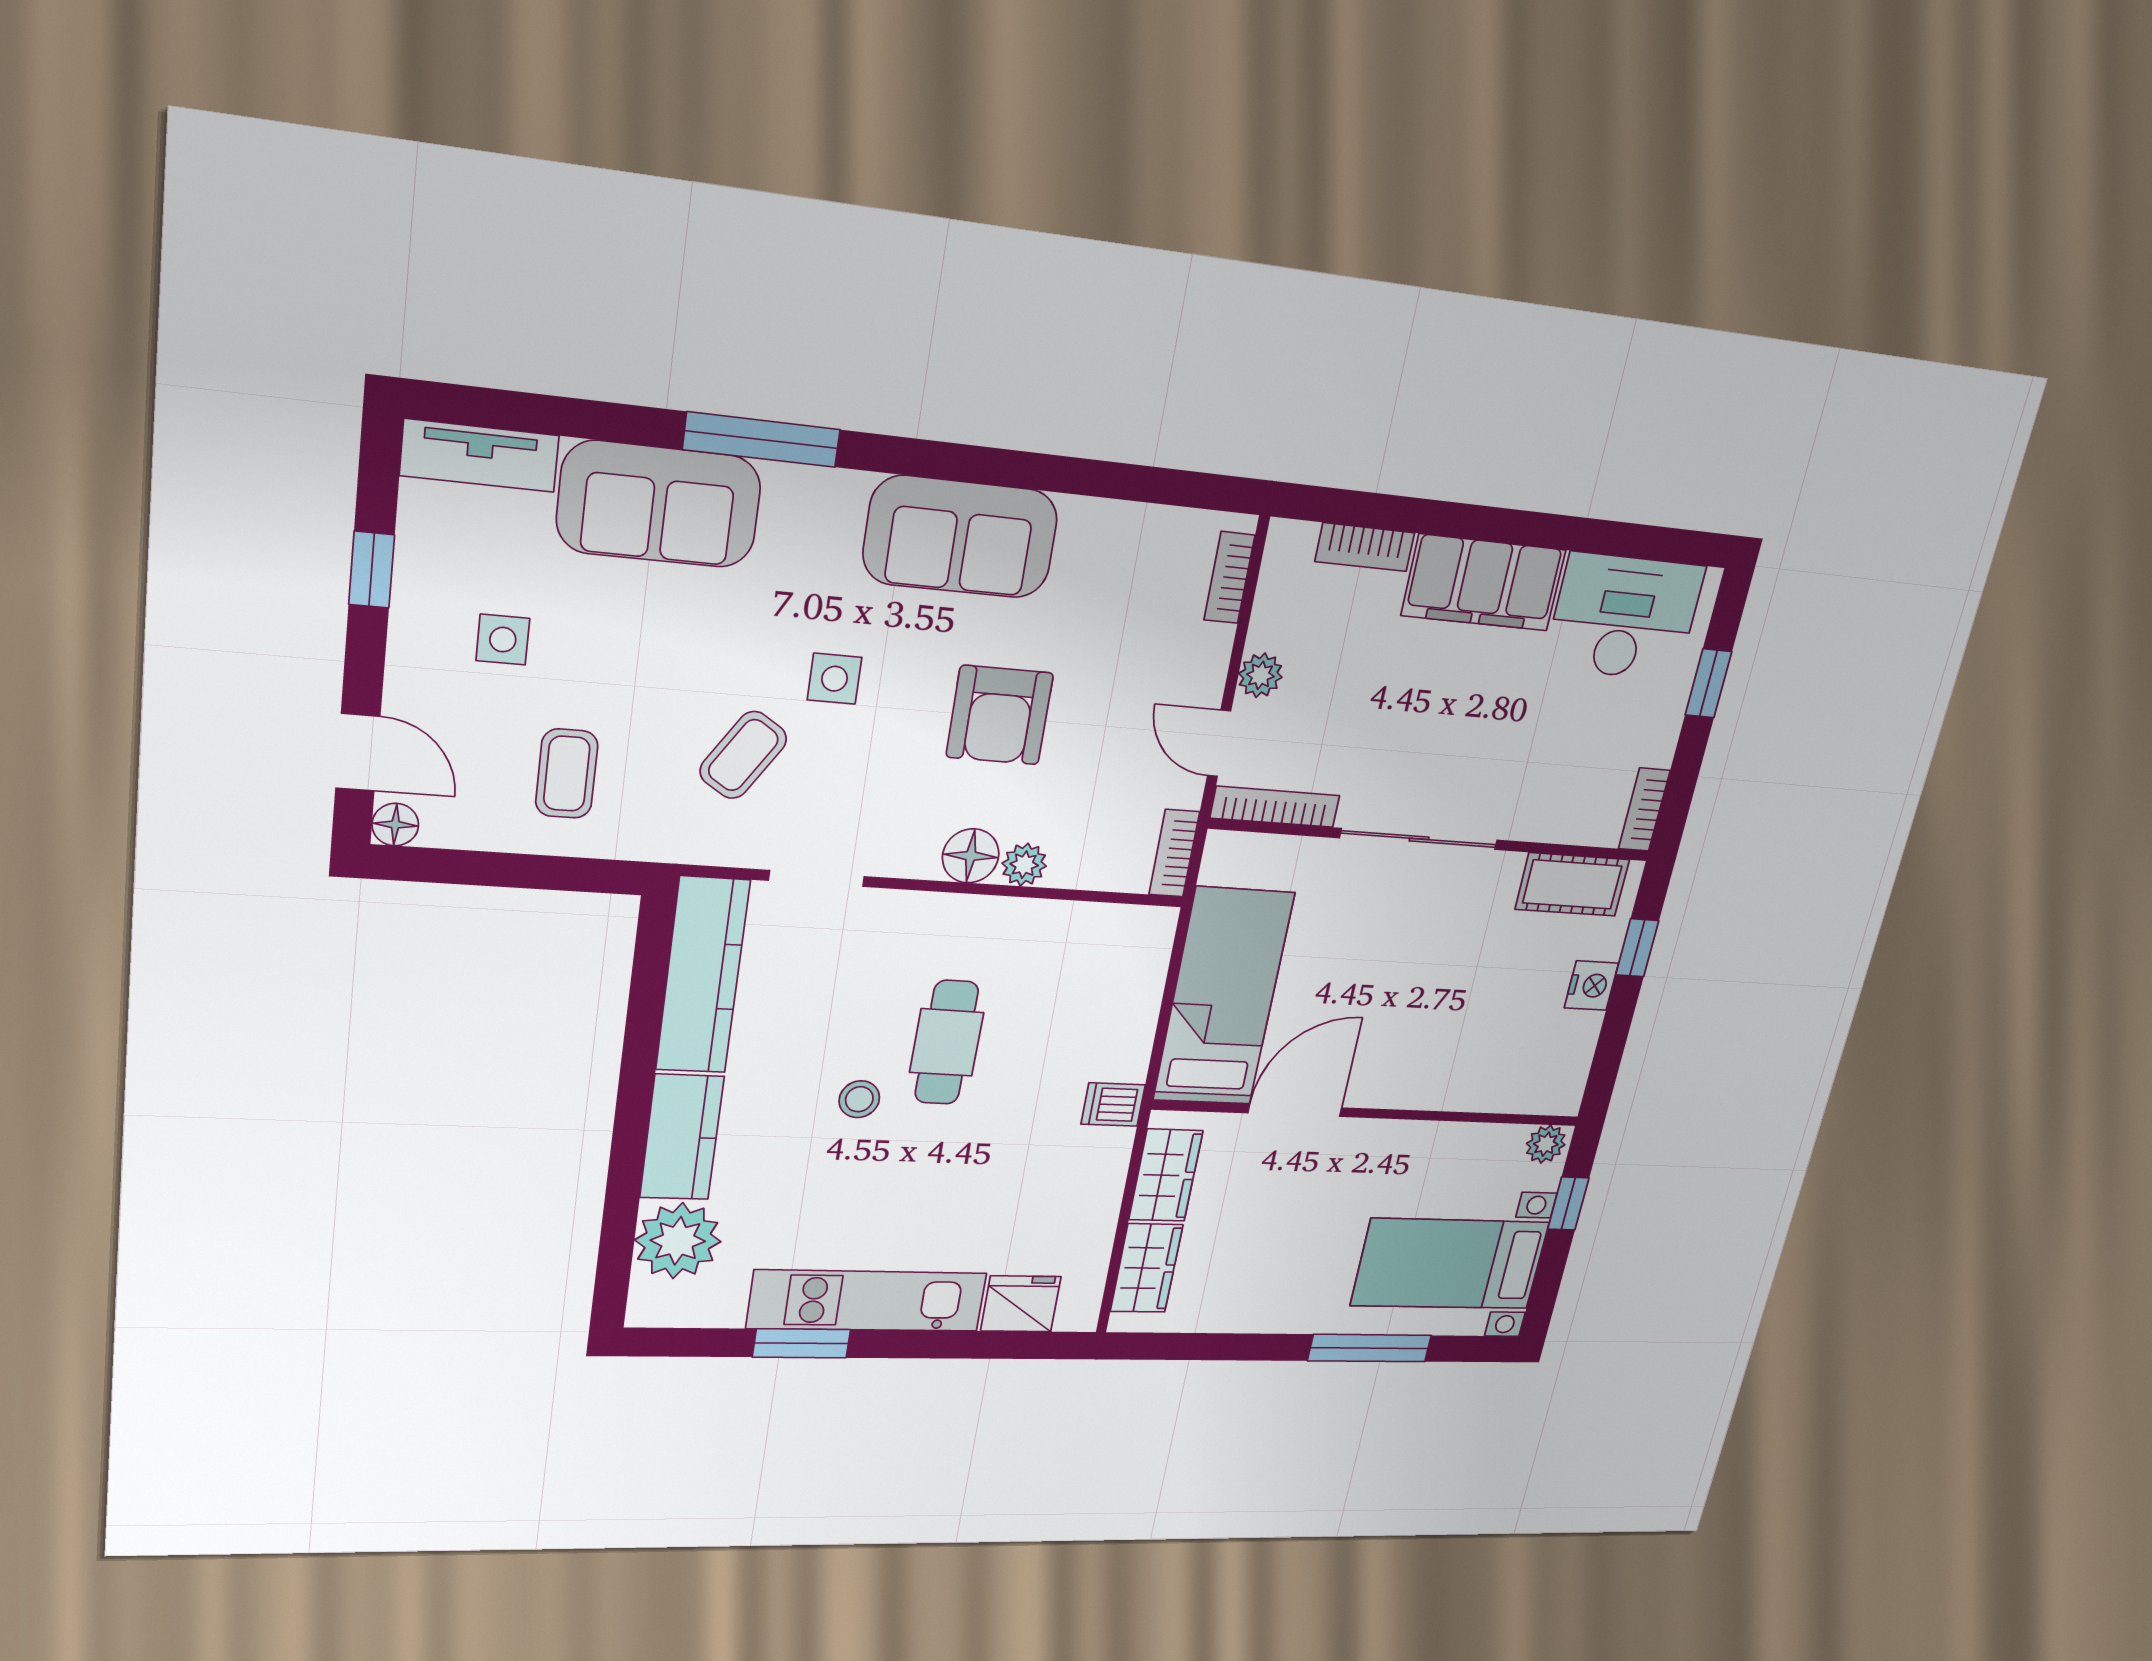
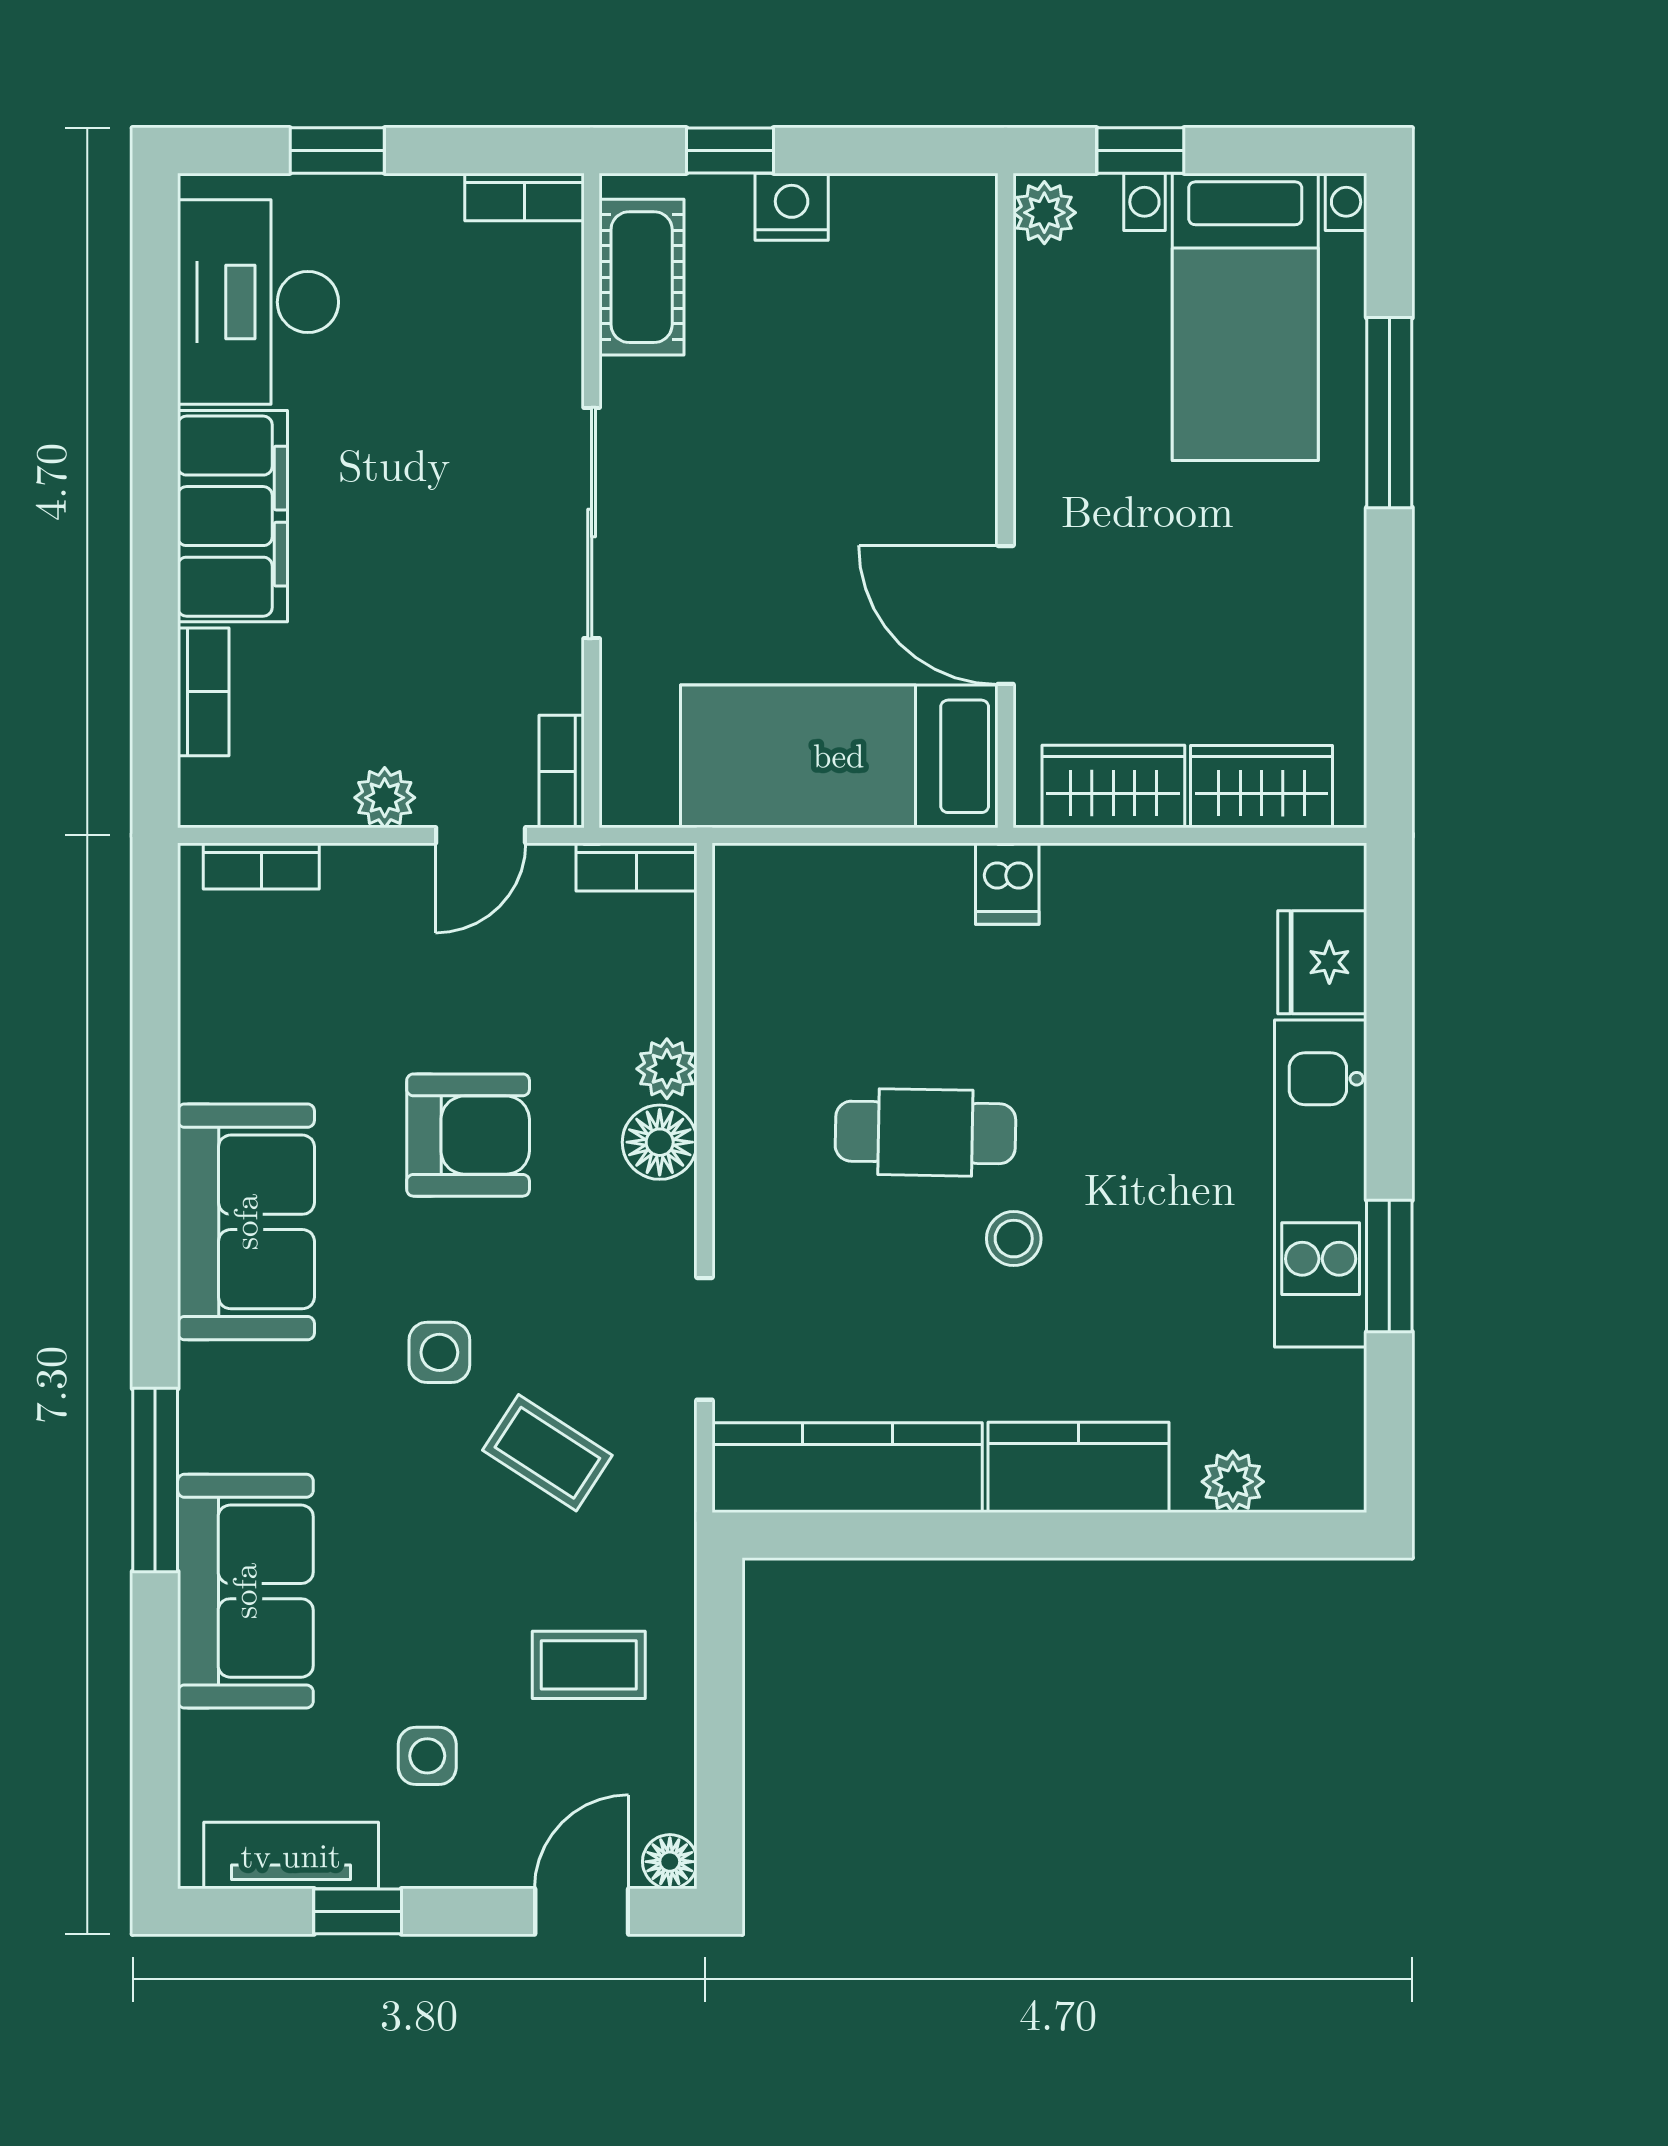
tv unit: (480, 456) -> (291, 1856), moved, turned -90
bookcase: (1275, 807) -> (562, 771), width x0.64
plant: (678, 1241) -> (1233, 1482), width x0.53, depth x0.53

